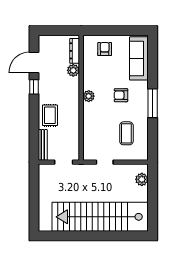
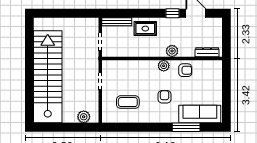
armchair: (105, 49) -> (185, 70), moved
plant: (73, 70) -> (172, 51), moved
window: (153, 103) -> (186, 127), moved

